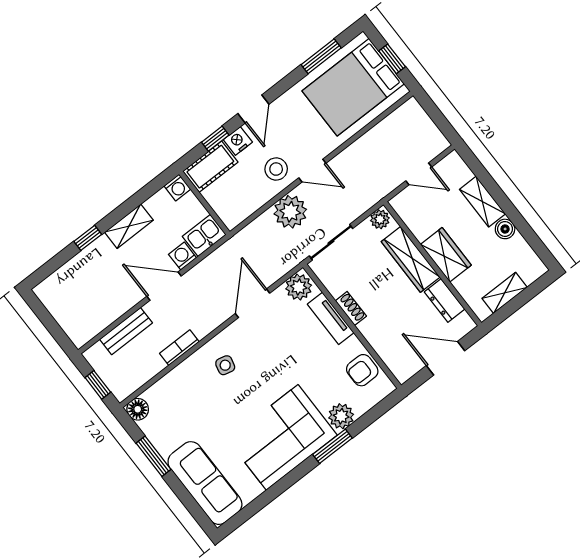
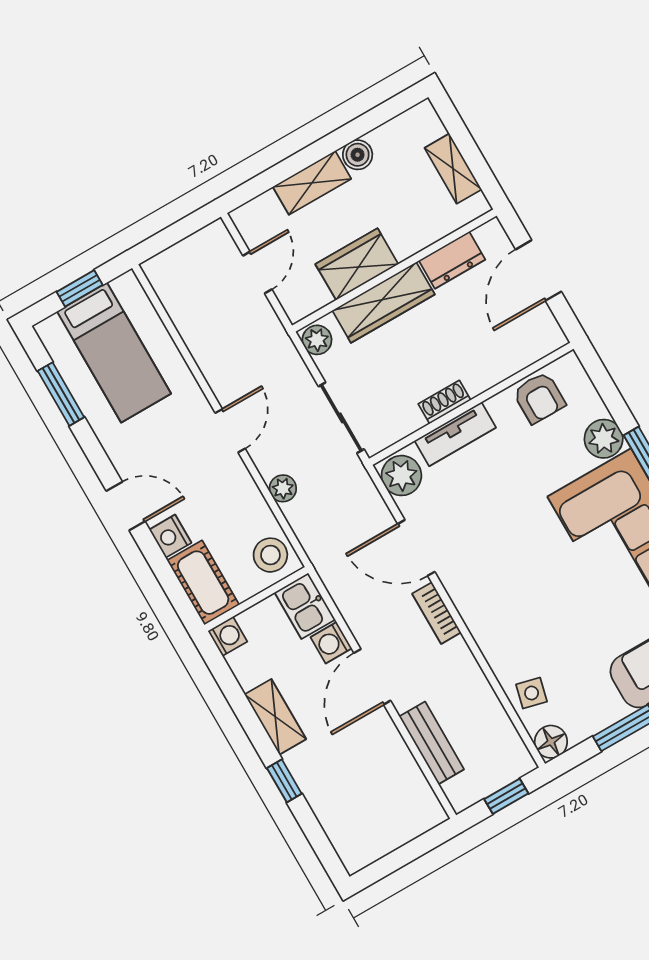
bed: (353, 87) -> (114, 353), width x0.67
window: (215, 139) -> (162, 569), removed
stool: (276, 169) -> (270, 555), moved
plant: (290, 212) -> (283, 488), width x0.53, depth x0.53
wardrobe: (446, 255) -> (357, 264), moved
bookcase: (179, 348) -> (437, 613), moved
side table: (225, 365) -> (532, 693), moved

